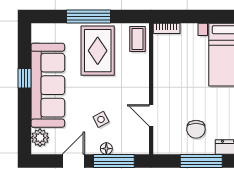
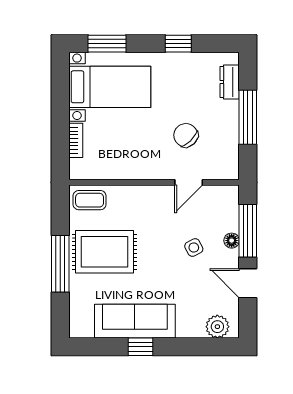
bookcase: (167, 28) -> (76, 140), moved
sofa: (48, 85) -> (135, 321), width x0.74, depth x0.79
chair: (196, 129) -> (186, 135), moved, turned -134

